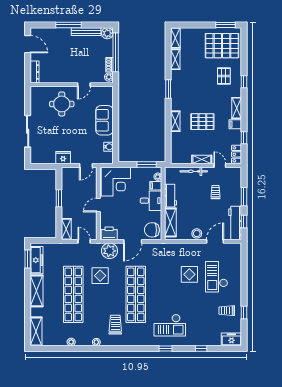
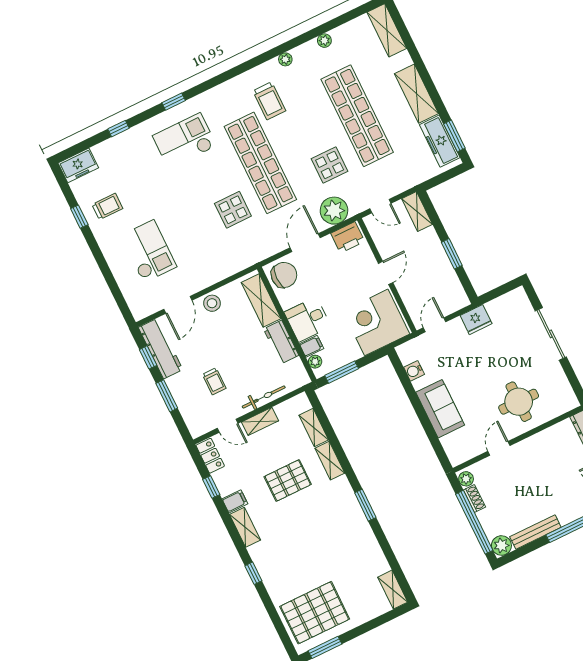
shelving: (175, 59) -> (314, 428), moved
pallet: (224, 76) -> (289, 567), removed
display table: (189, 274) -> (233, 210), moved

